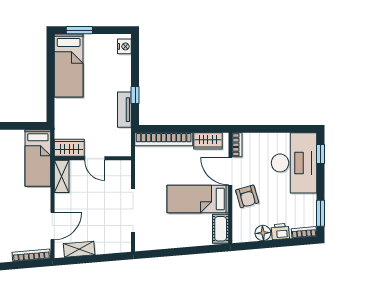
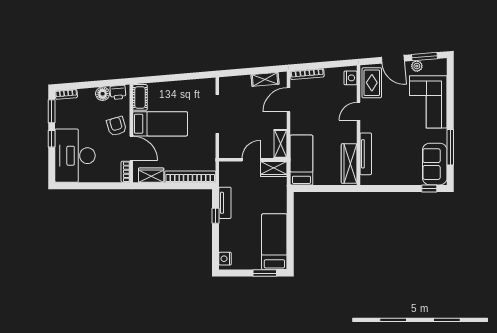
window: (321, 154) -> (52, 139), moved
door: (95, 158) -> (251, 160), hinge flipped
printer: (280, 232) -> (118, 92), moved

